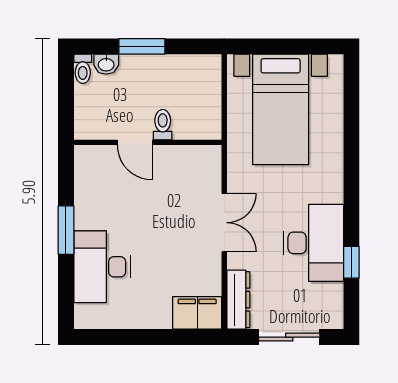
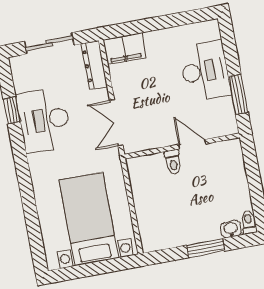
toilet: (163, 125) -> (173, 162), moved
door: (135, 142) -> (192, 144), moved
wall: (148, 142) -> (182, 146), moved

